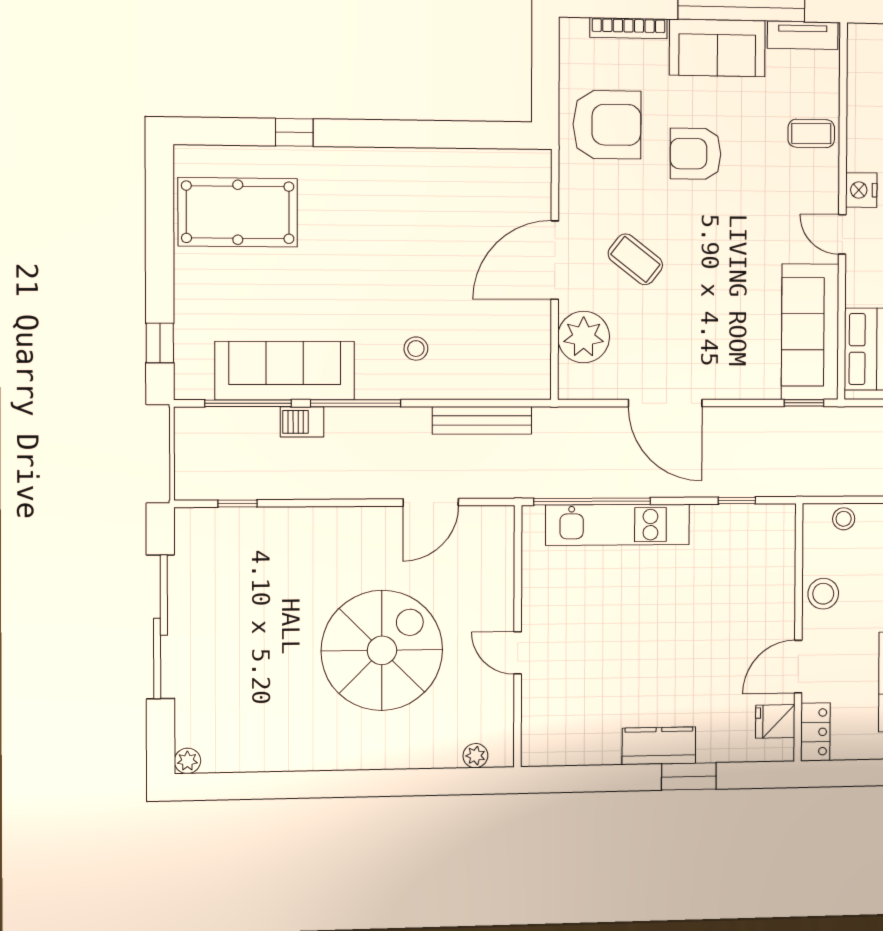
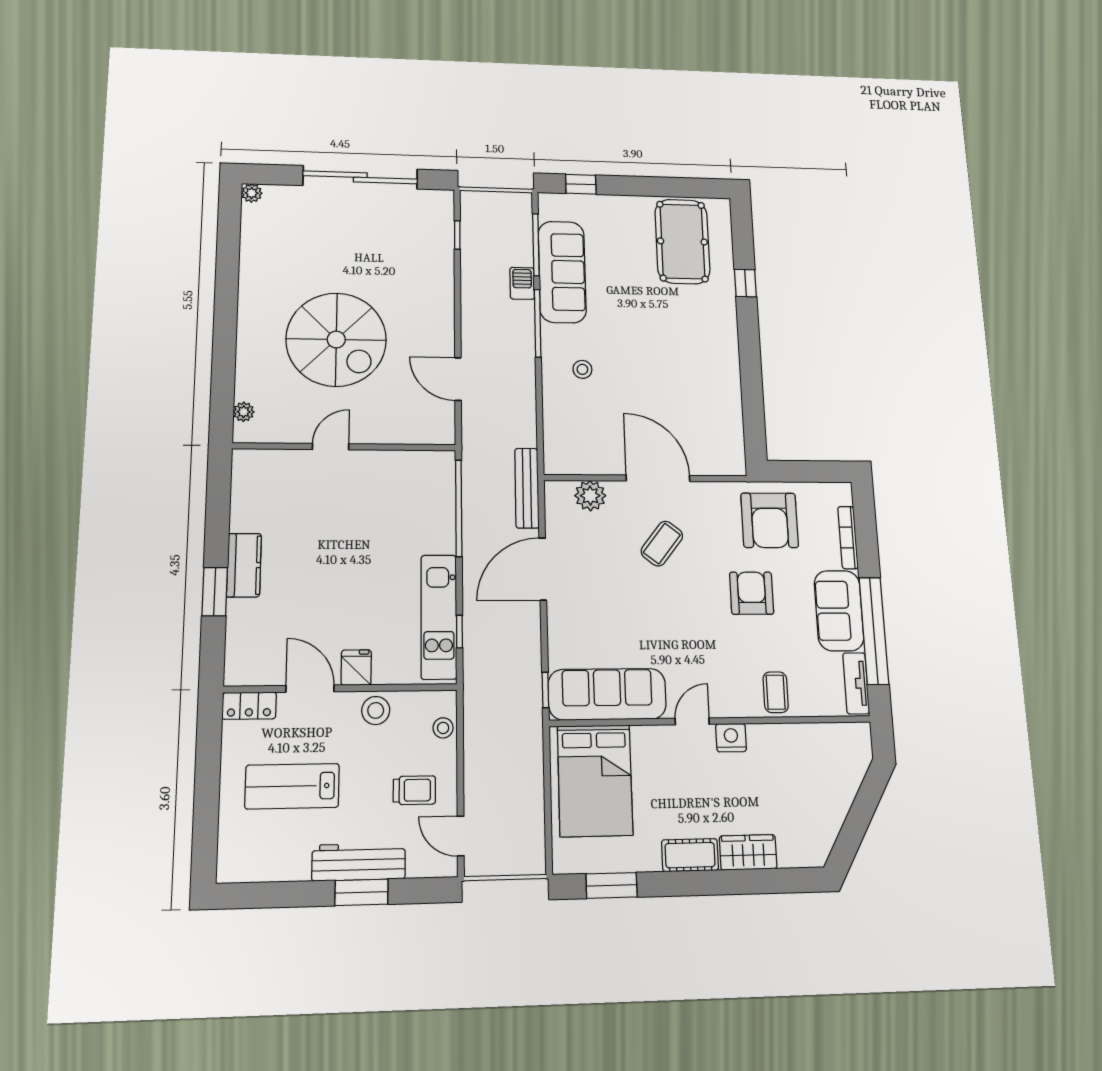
plant: (584, 337) -> (590, 496), width x0.73, depth x0.73
bench: (482, 420) -> (527, 488), moved
kitchen unit: (618, 525) -> (439, 617), moved
fridge: (775, 721) -> (356, 668), moved

